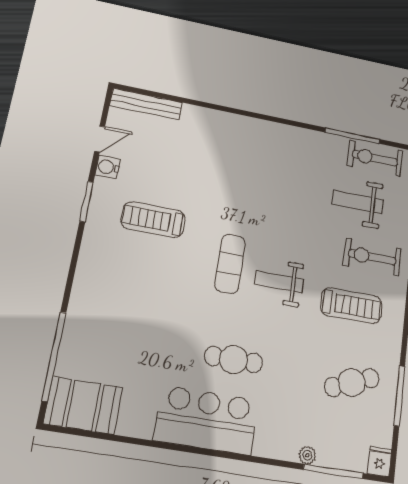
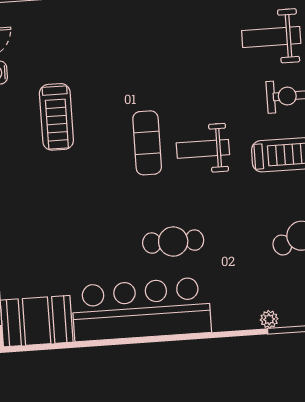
treadmill: (153, 220) -> (56, 117), turned -90
bar counter: (206, 420) -> (141, 309), width x1.36

